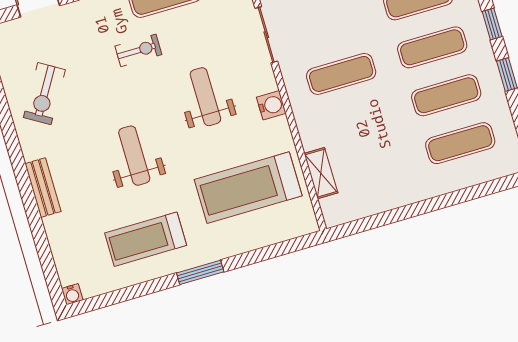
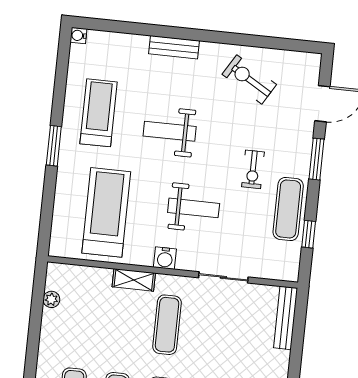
weight bench: (134, 156) -> (170, 131), turned 180
shelving: (321, 173) -> (134, 280), moved
plant: (365, 208) -> (51, 299), added

